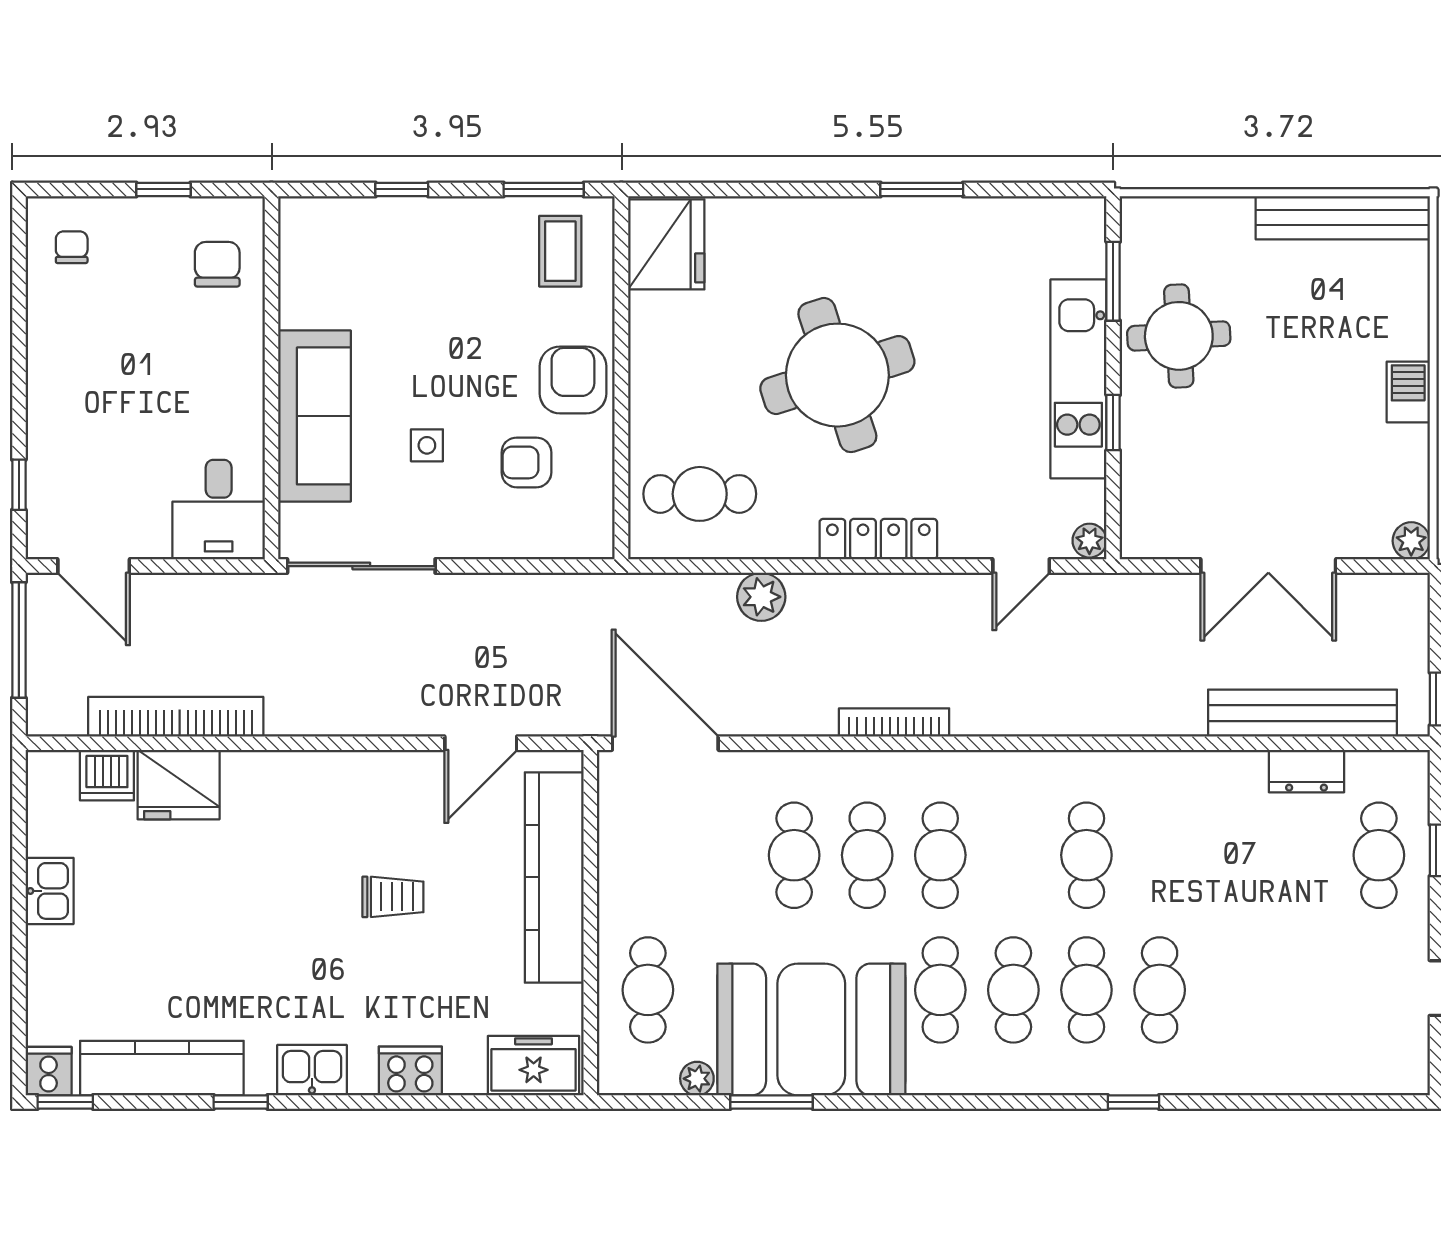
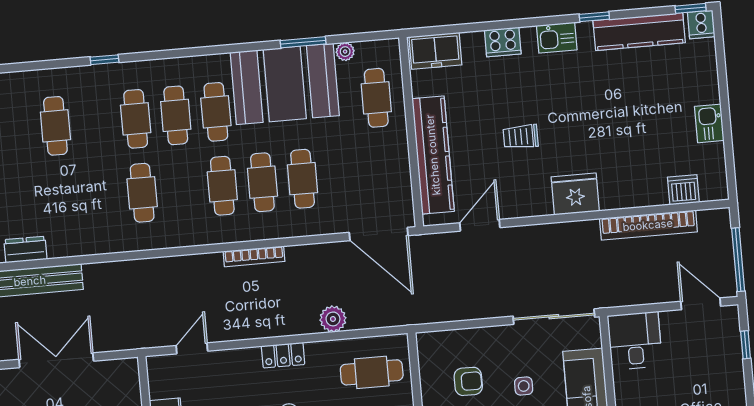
locker: (878, 539) -> (283, 355), width x0.66
plant: (1089, 541) -> (156, 366), removed
fridge: (179, 785) -> (575, 194), moved
cafe table: (1160, 990) -> (55, 126), moved

